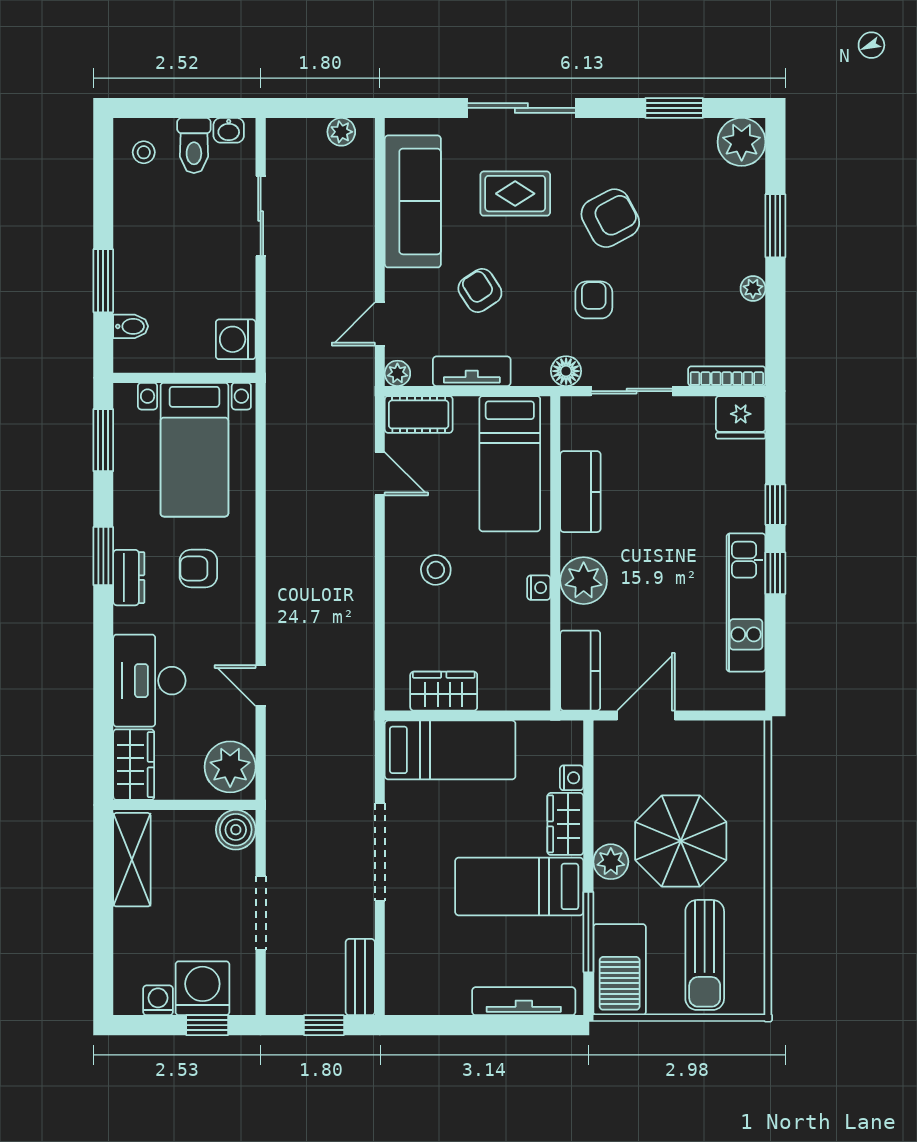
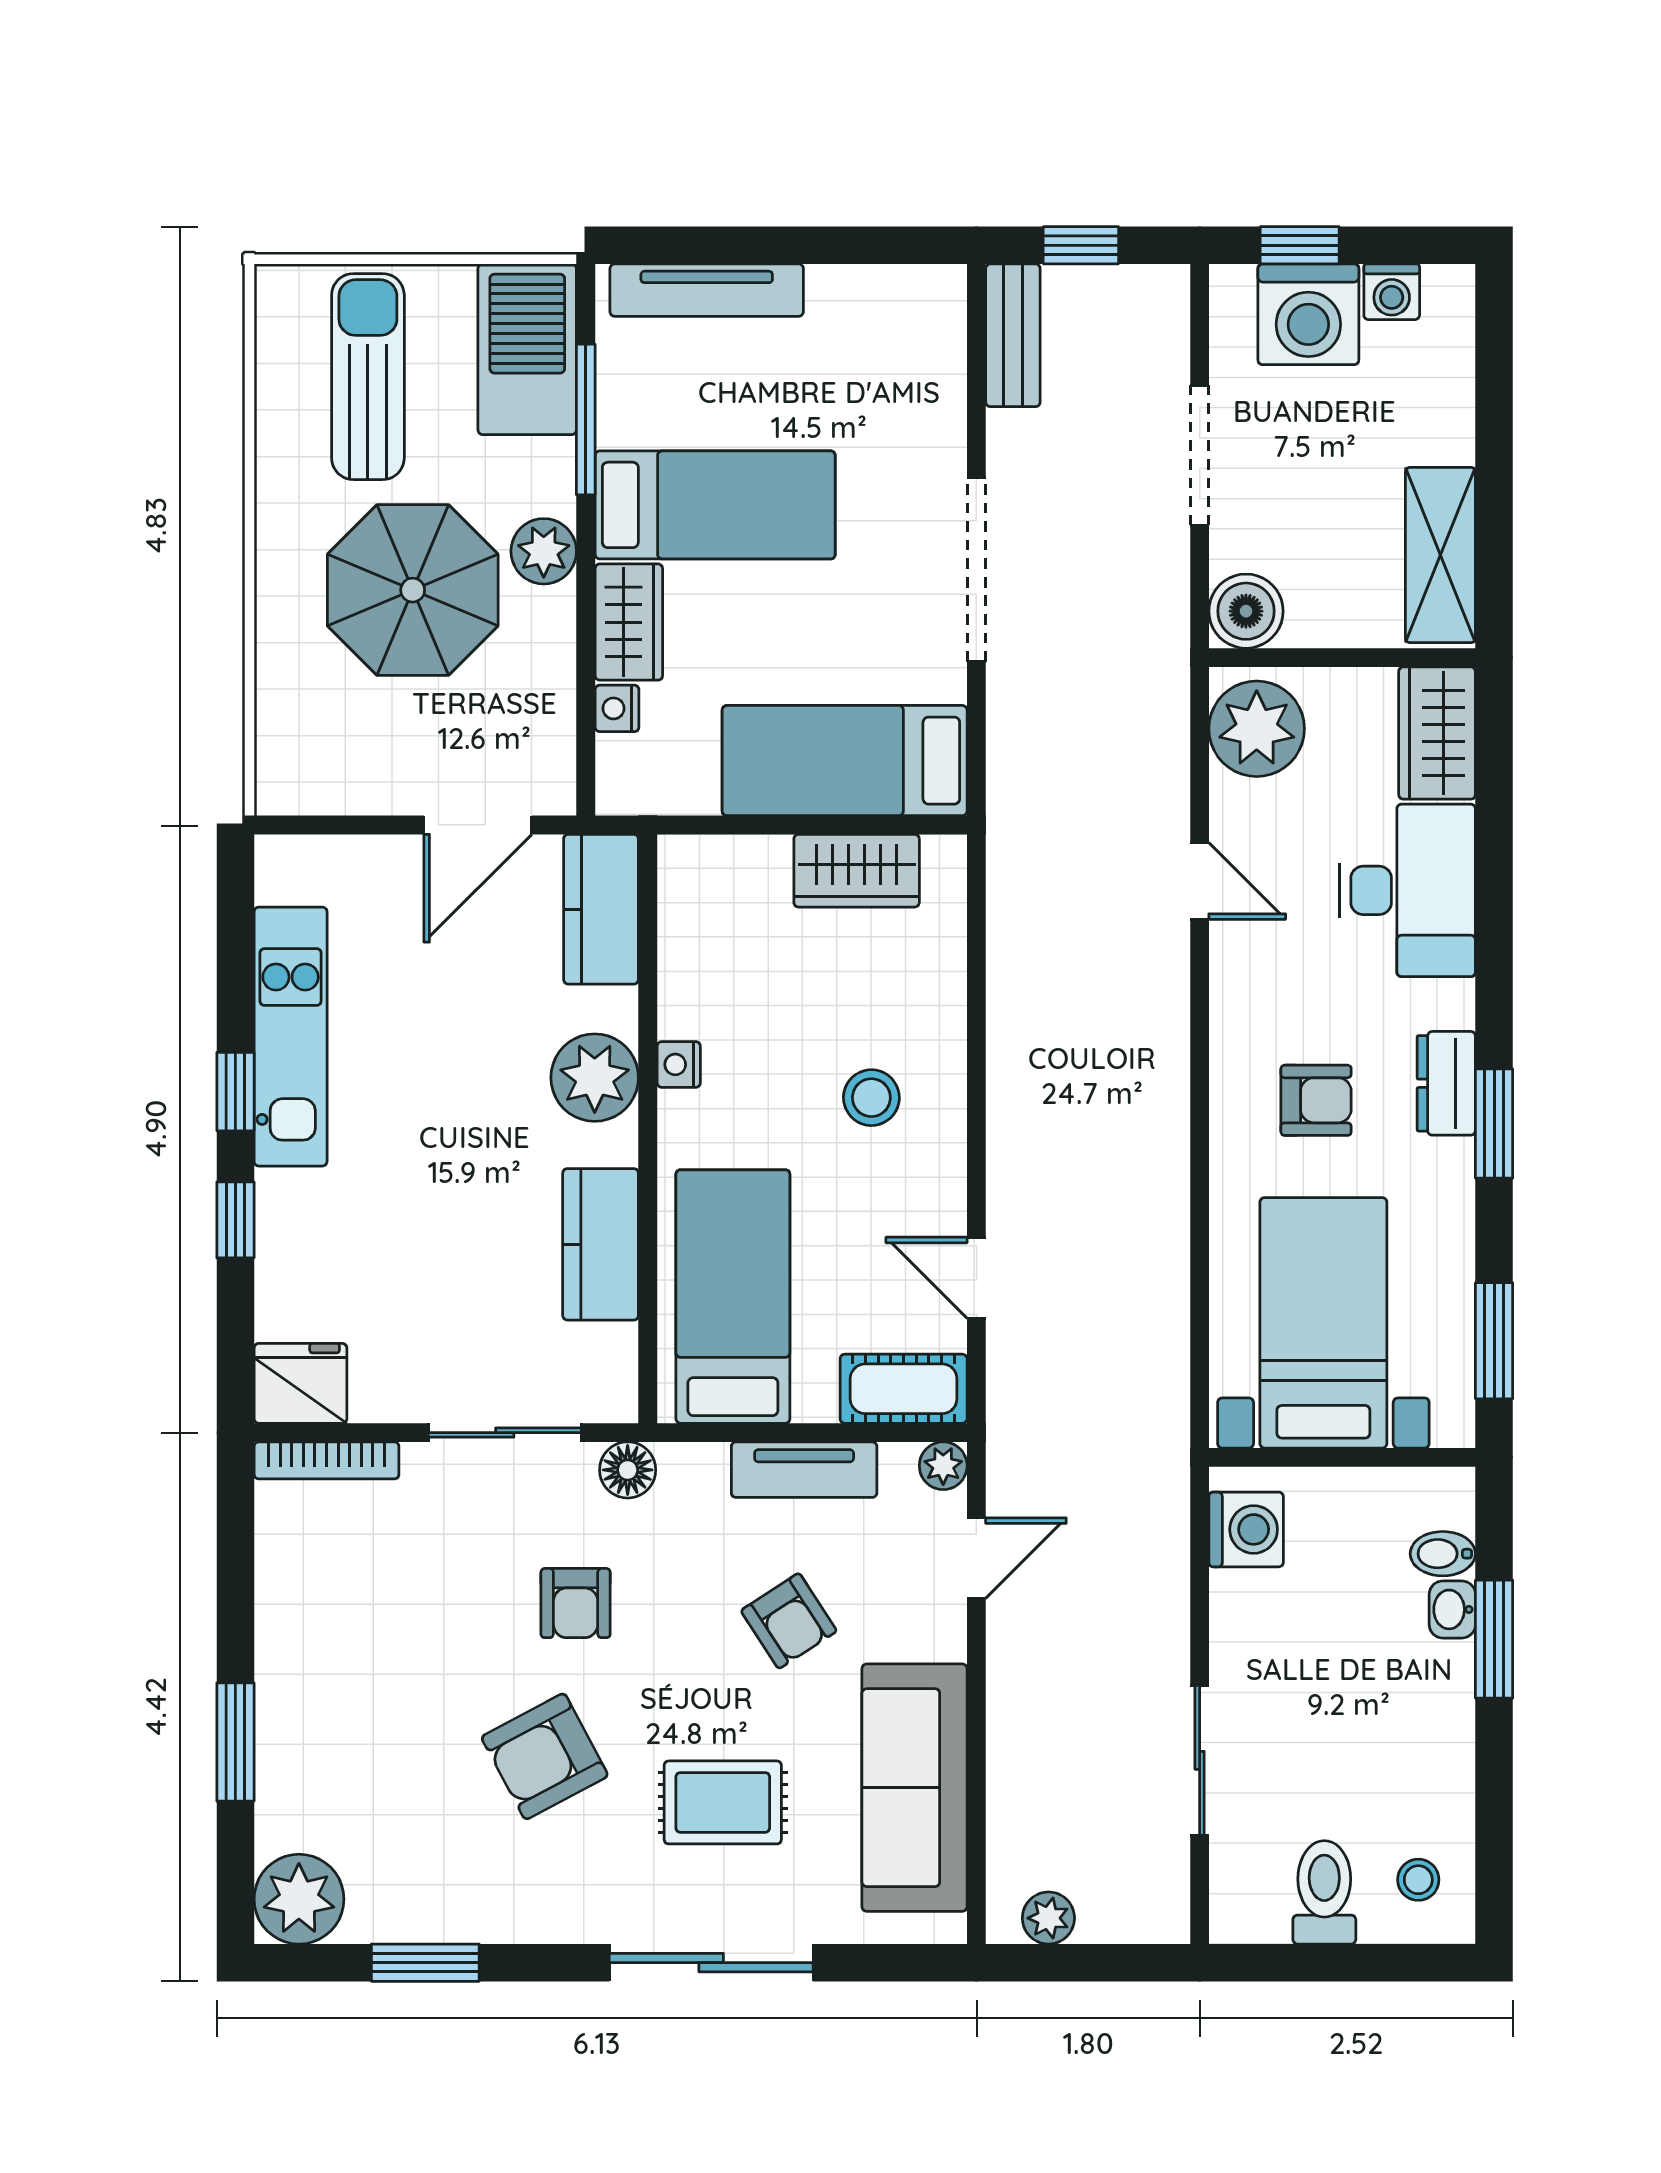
washbasin: (229, 130) -> (1452, 1609), moved, turned -90
plant: (753, 289) -> (277, 1625), removed

